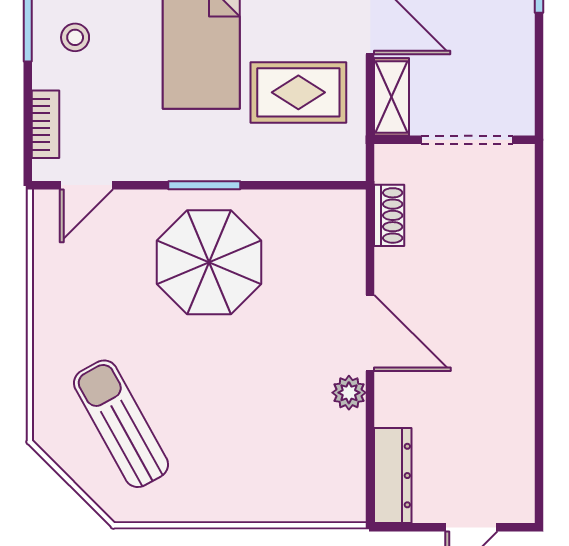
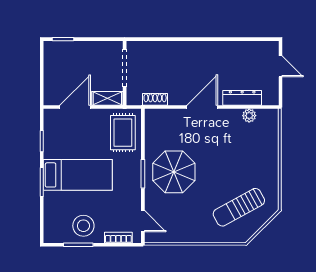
stool: (75, 37) -> (83, 226), width x1.89, depth x1.89
rug: (298, 92) -> (123, 133), moved
plant: (349, 393) -> (249, 116), moved
dresser: (393, 476) -> (242, 98), moved

